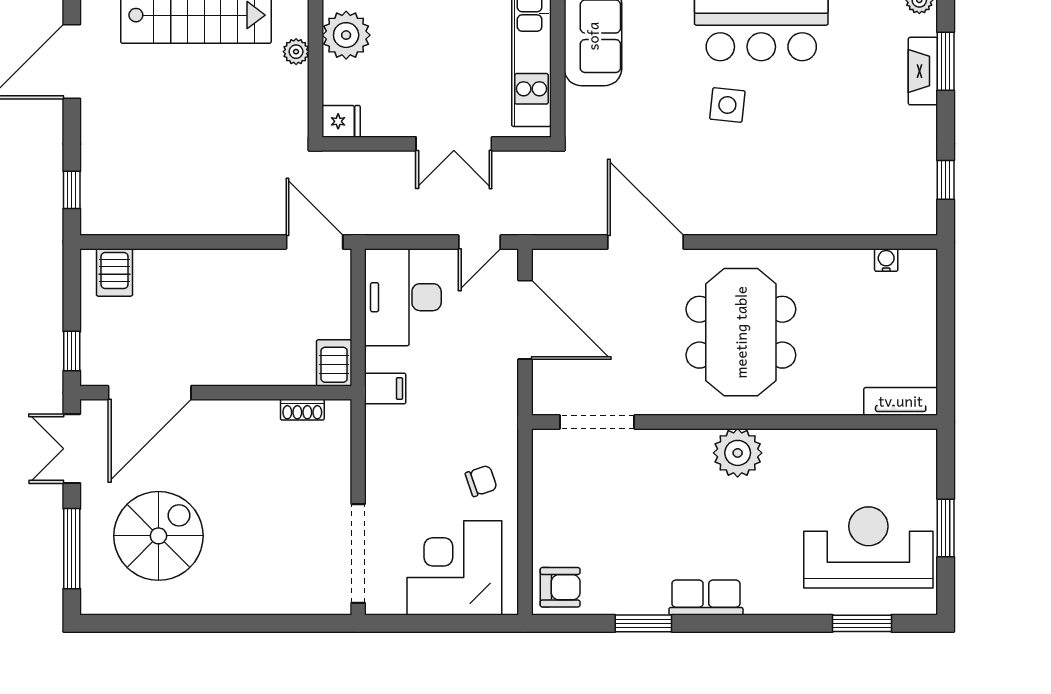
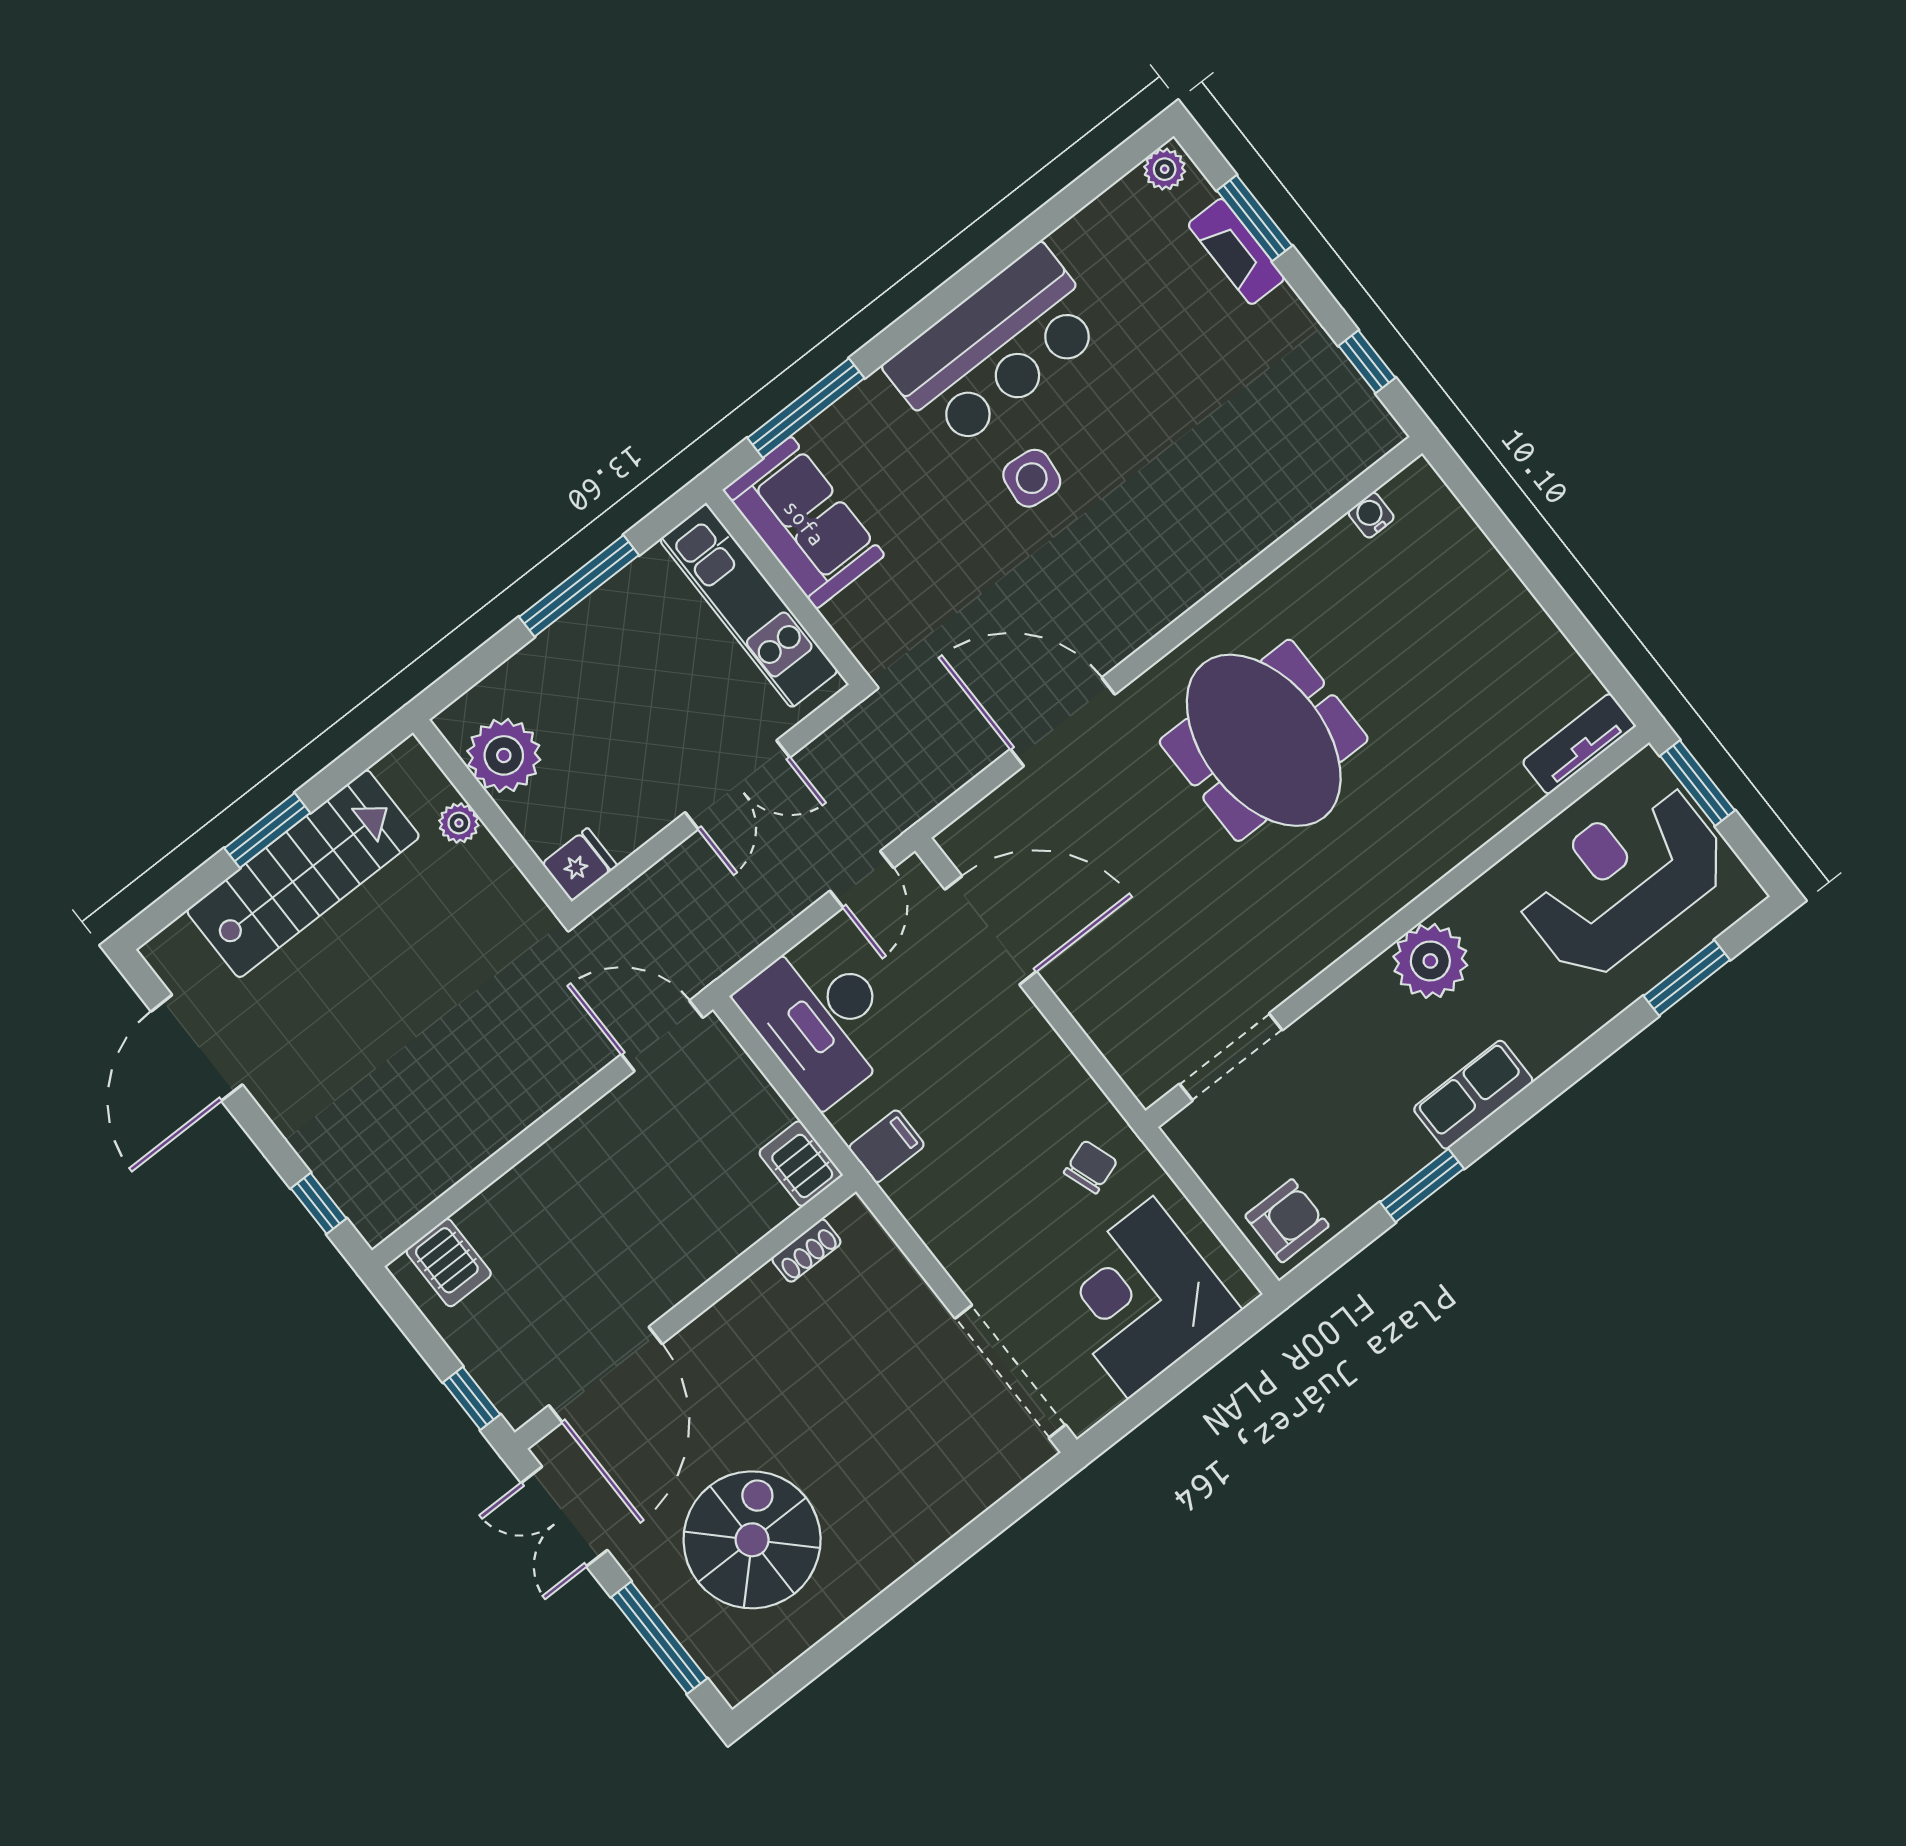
tv unit: (901, 401) -> (1579, 744), moved
doorway: (597, 422) -> (1231, 1057), moved
wall: (734, 422) -> (1397, 927), moved
plant: (738, 453) -> (1430, 961), moved

